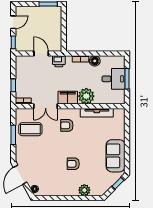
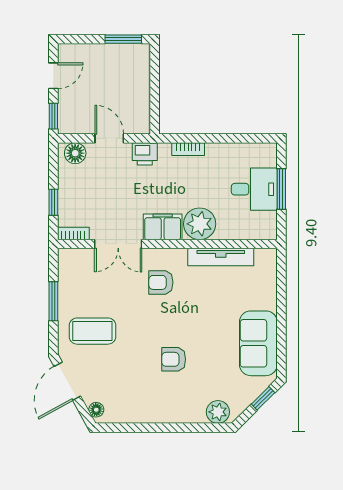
floor lamp: (95, 61) -> (75, 153), moved
coffee table: (30, 129) -> (92, 331), moved
plant: (84, 190) -> (218, 412), moved

